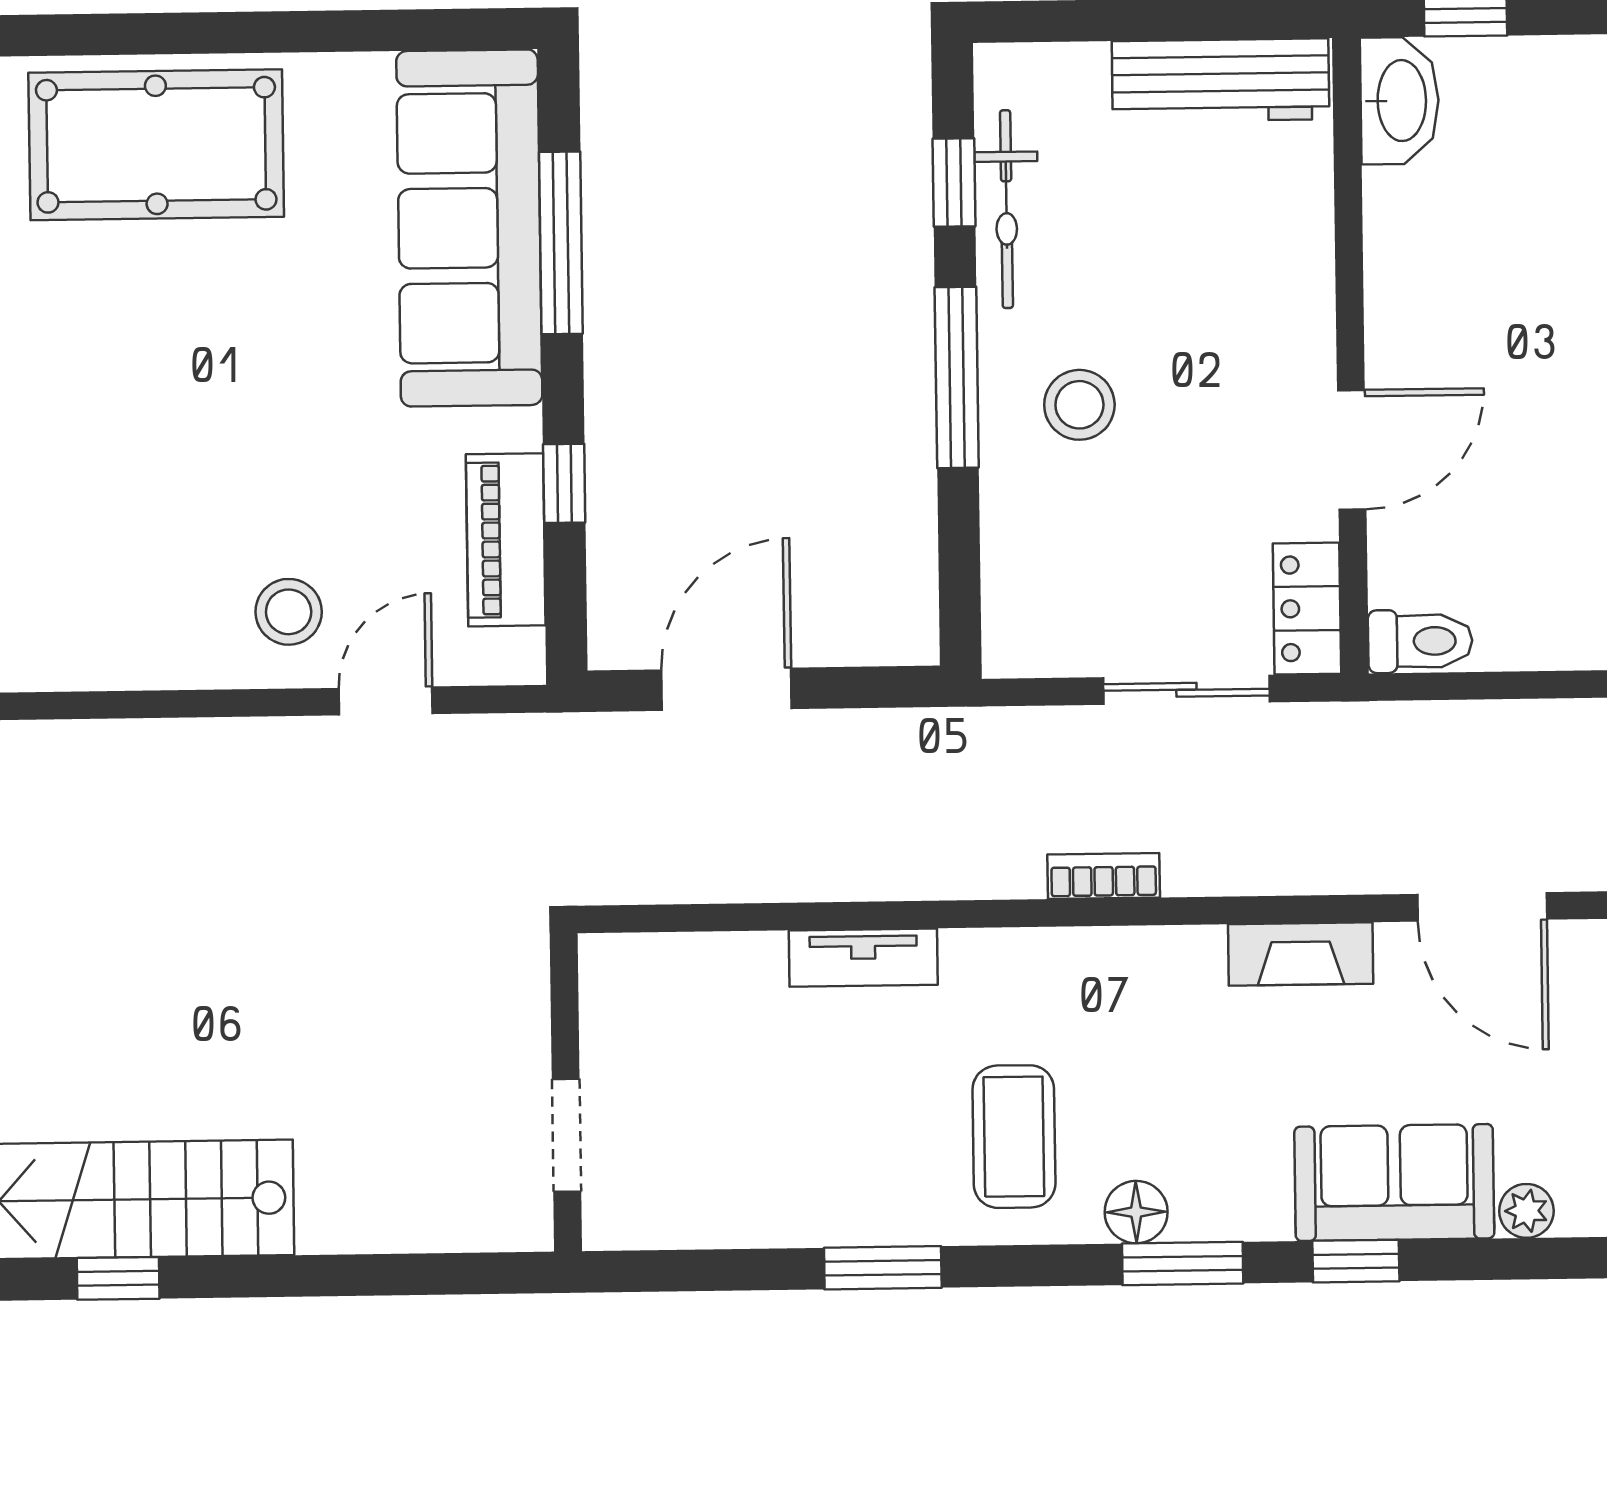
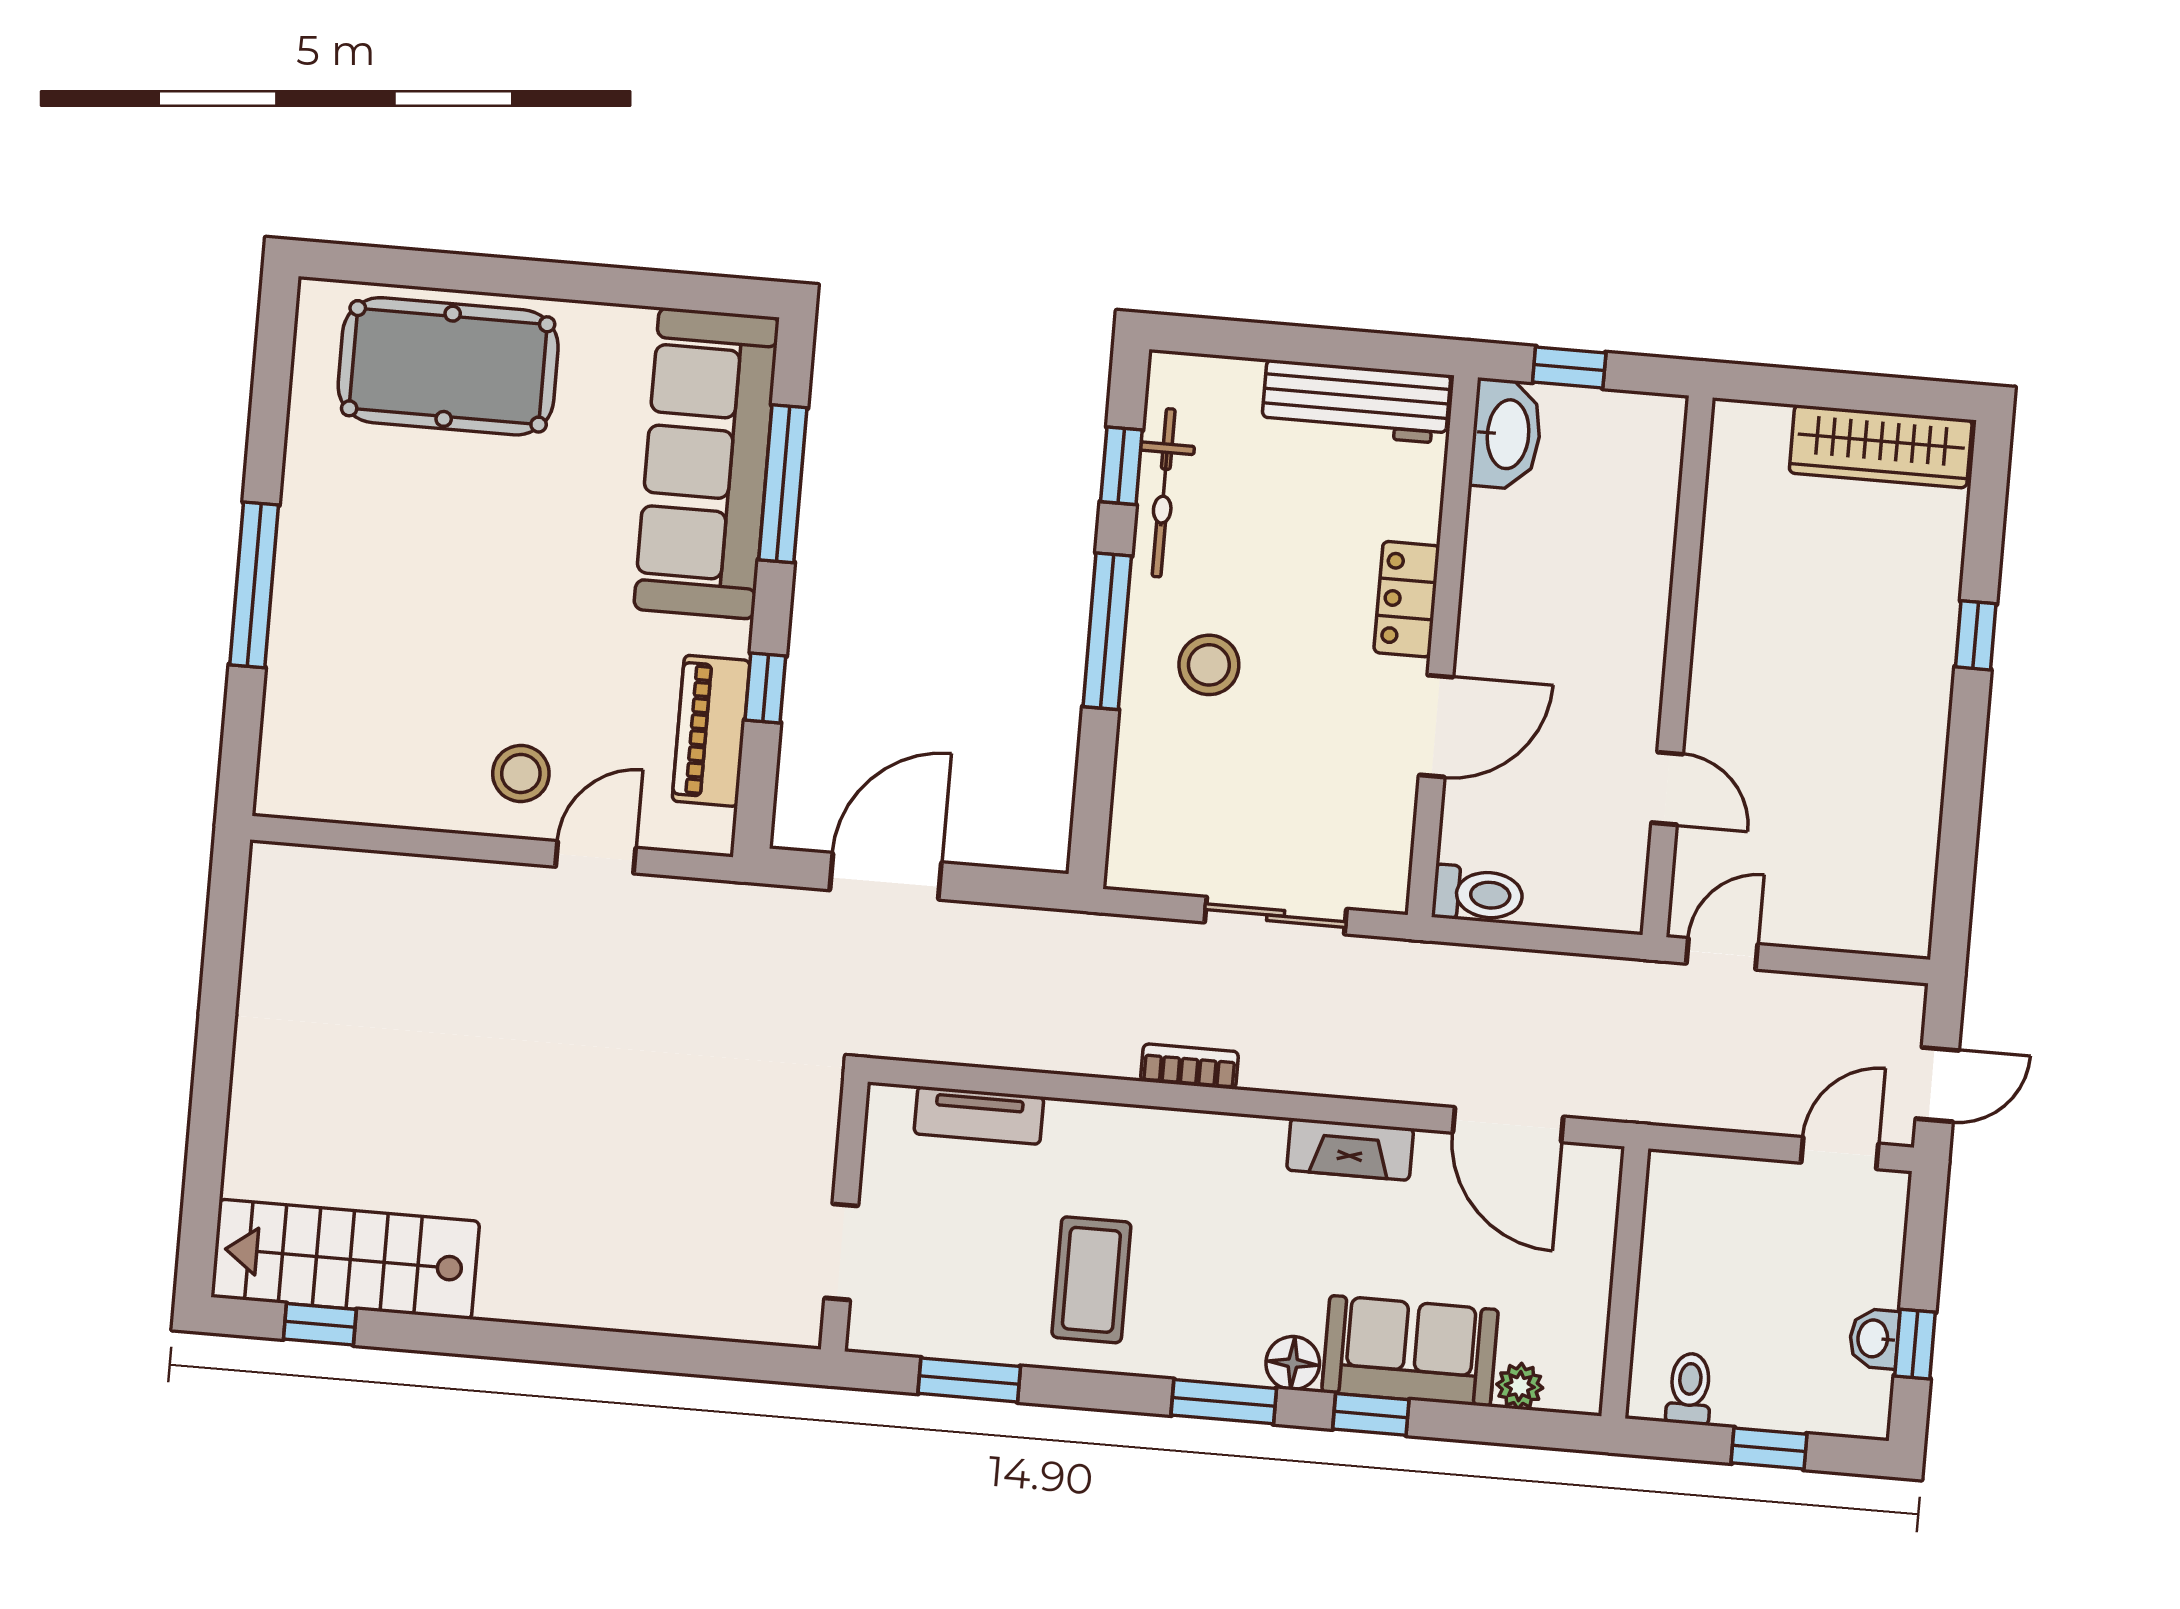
locker: (1307, 609) -> (1407, 599), moved
wall: (566, 1092) -> (844, 1216), moved
doorway: (566, 1135) -> (841, 1252), moved
floor lamp: (1136, 1212) -> (1293, 1363), moved

